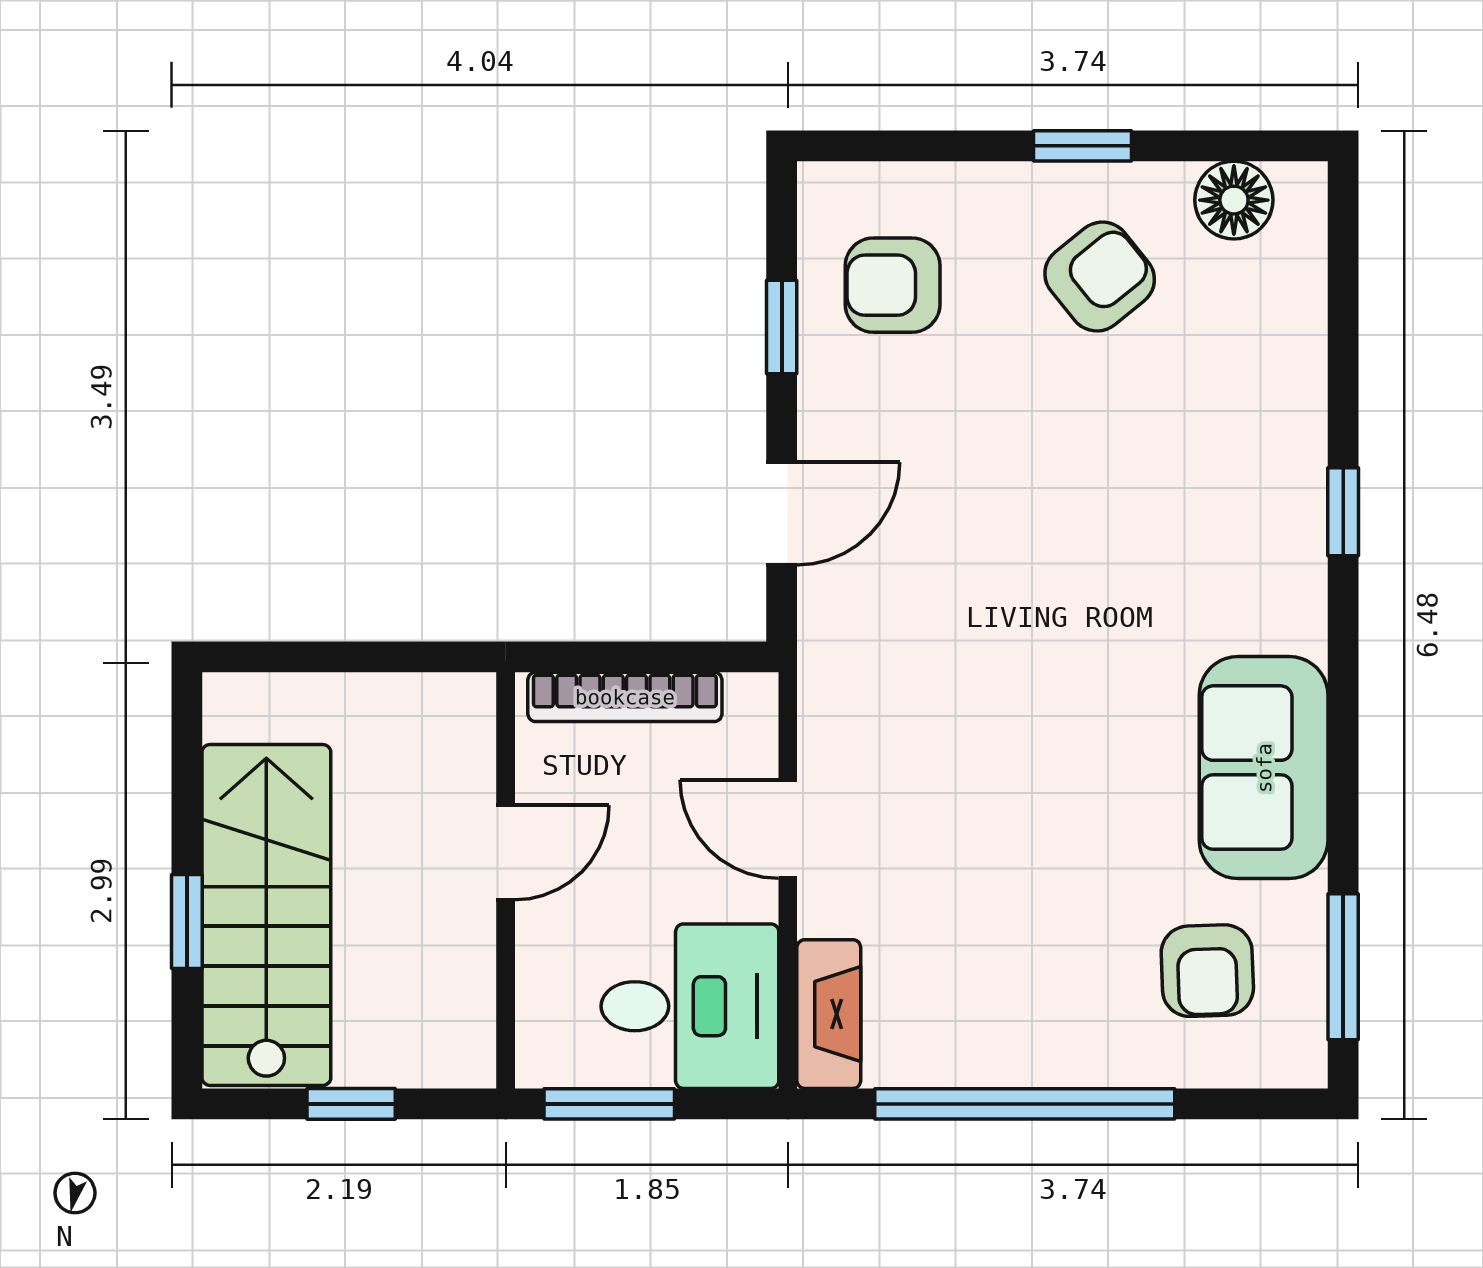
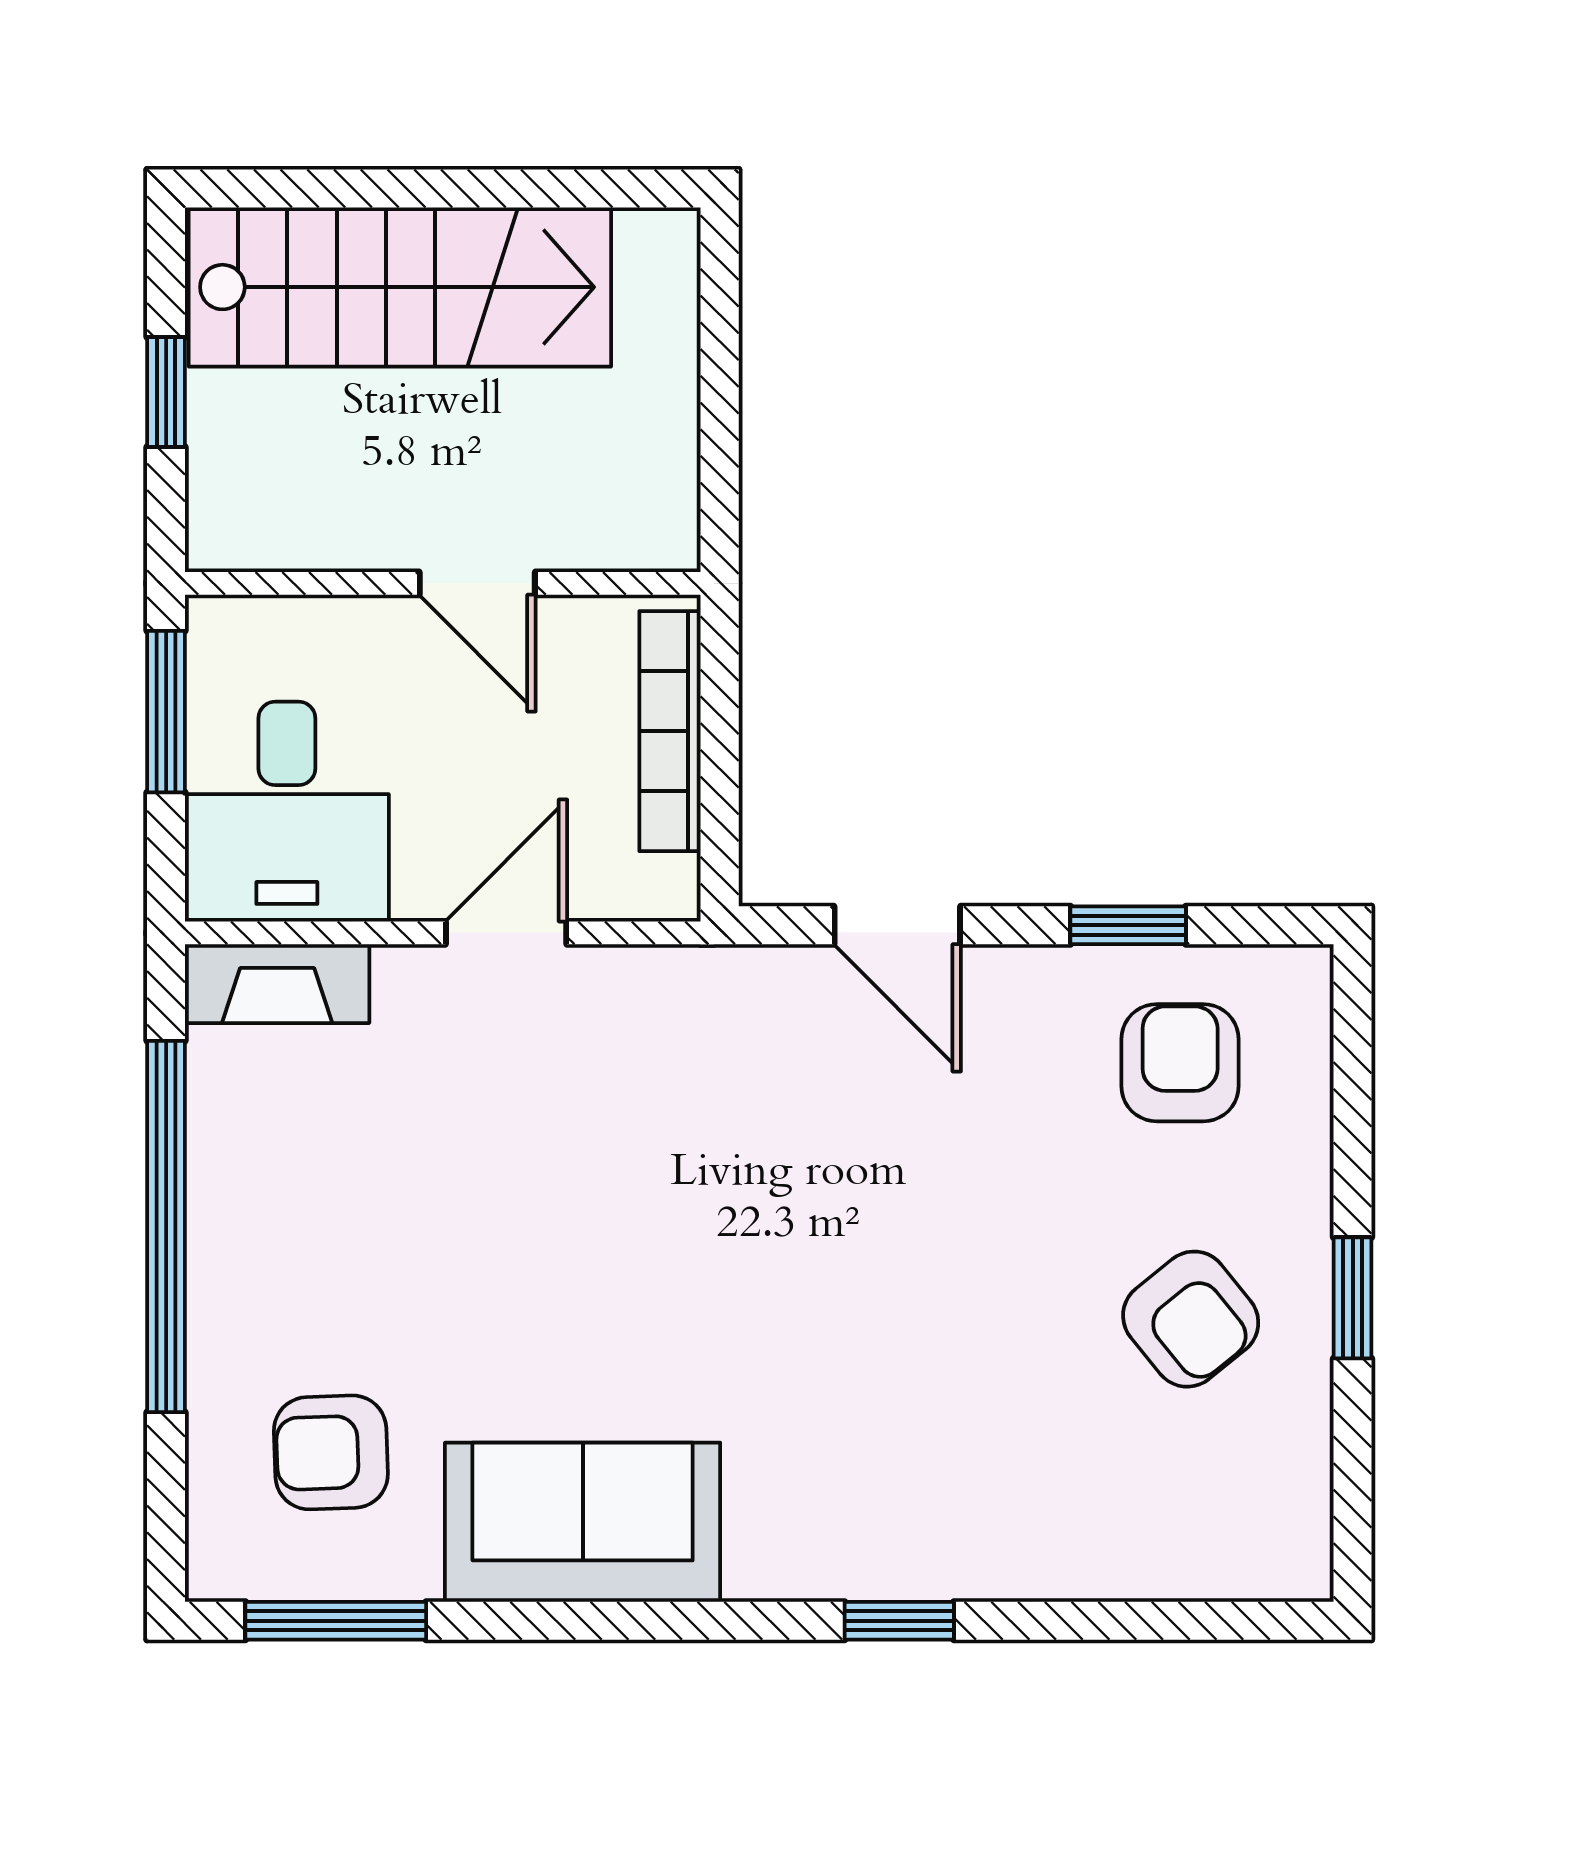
floor lamp: (1234, 200) -> (1285, 1485), removed
window: (187, 922) -> (392, 188), removed

